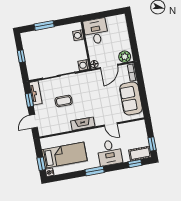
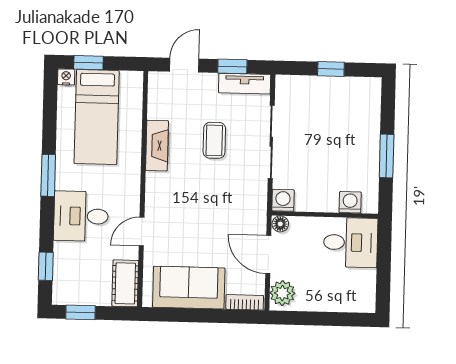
window: (44, 25) -> (387, 156), moved
door: (33, 121) -> (184, 65), hinge flipped
fireplace: (83, 124) -> (157, 146), moved
cot: (140, 154) -> (125, 283), moved

